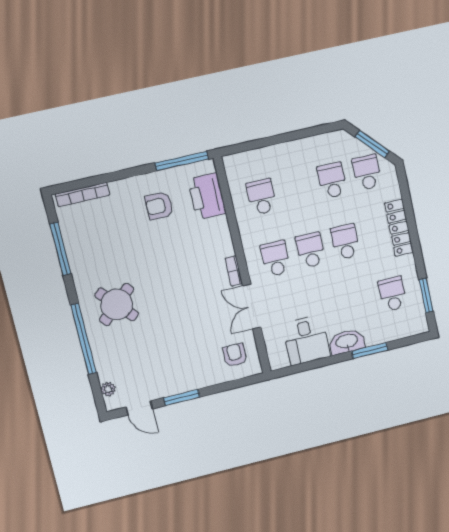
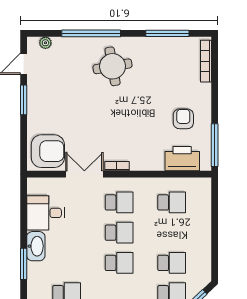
round table: (117, 304) -> (113, 66), turned 32
armchair: (235, 355) -> (48, 151), width x1.88, depth x1.88

